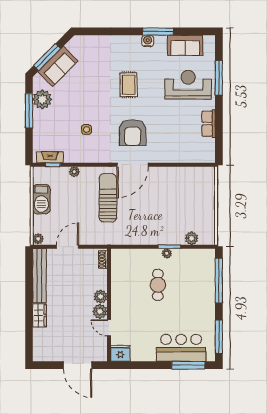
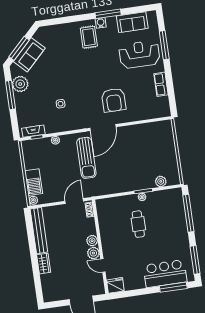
rug: (129, 85) -> (89, 37), moved
armchair: (133, 133) -> (114, 100), moved
sun lounger: (108, 198) -> (86, 158), turned 180
barbecue: (41, 199) -> (34, 182), moved
door: (68, 247) -> (74, 201), moved

